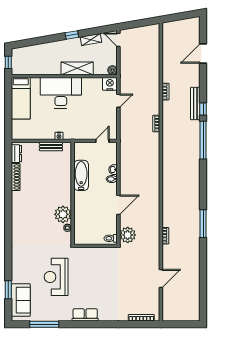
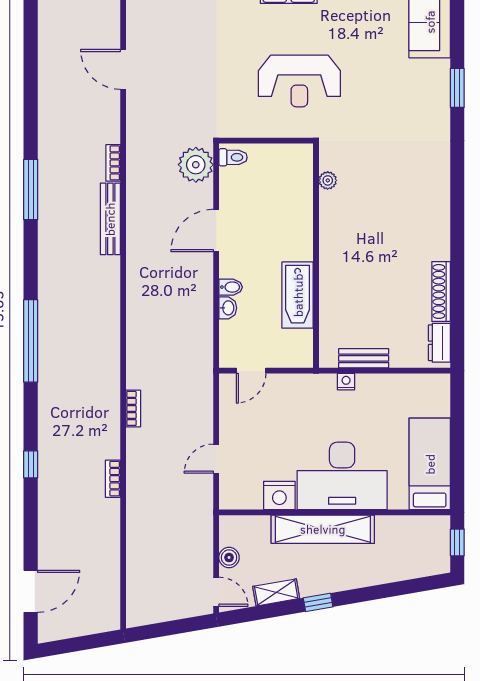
door: (203, 54) -> (31, 591), moved
shelving: (77, 68) -> (323, 529), width x1.47
boiler: (112, 70) -> (229, 558), moved
nightstand: (110, 84) -> (279, 495), moved
bench: (195, 104) -> (110, 219), moved
window: (203, 109) -> (31, 464), moved
window: (203, 140) -> (31, 341), moved
plant: (63, 214) -> (337, 210), removed
reception desk: (56, 277) -> (299, 81), moved, turned 90
door: (161, 278) -> (123, 69), hinge flipped
window: (8, 290) -> (457, 88), moved

